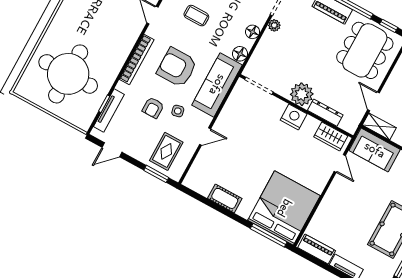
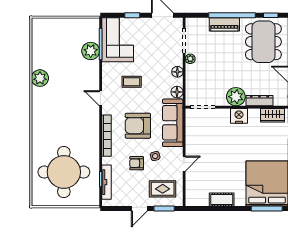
armchair: (153, 108) -> (137, 163), turned 90
door: (112, 150) -> (139, 209), moved
rug: (166, 151) -> (163, 189), turned 90

